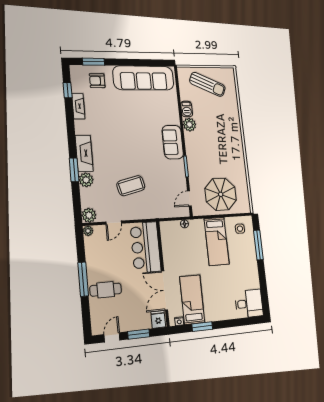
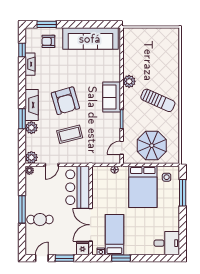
sun lounger: (207, 84) -> (158, 100), moved
barbecue: (187, 109) -> (128, 67), removed
armchair: (122, 147) -> (65, 101), added
bed: (217, 241) -> (143, 187), width x1.50

